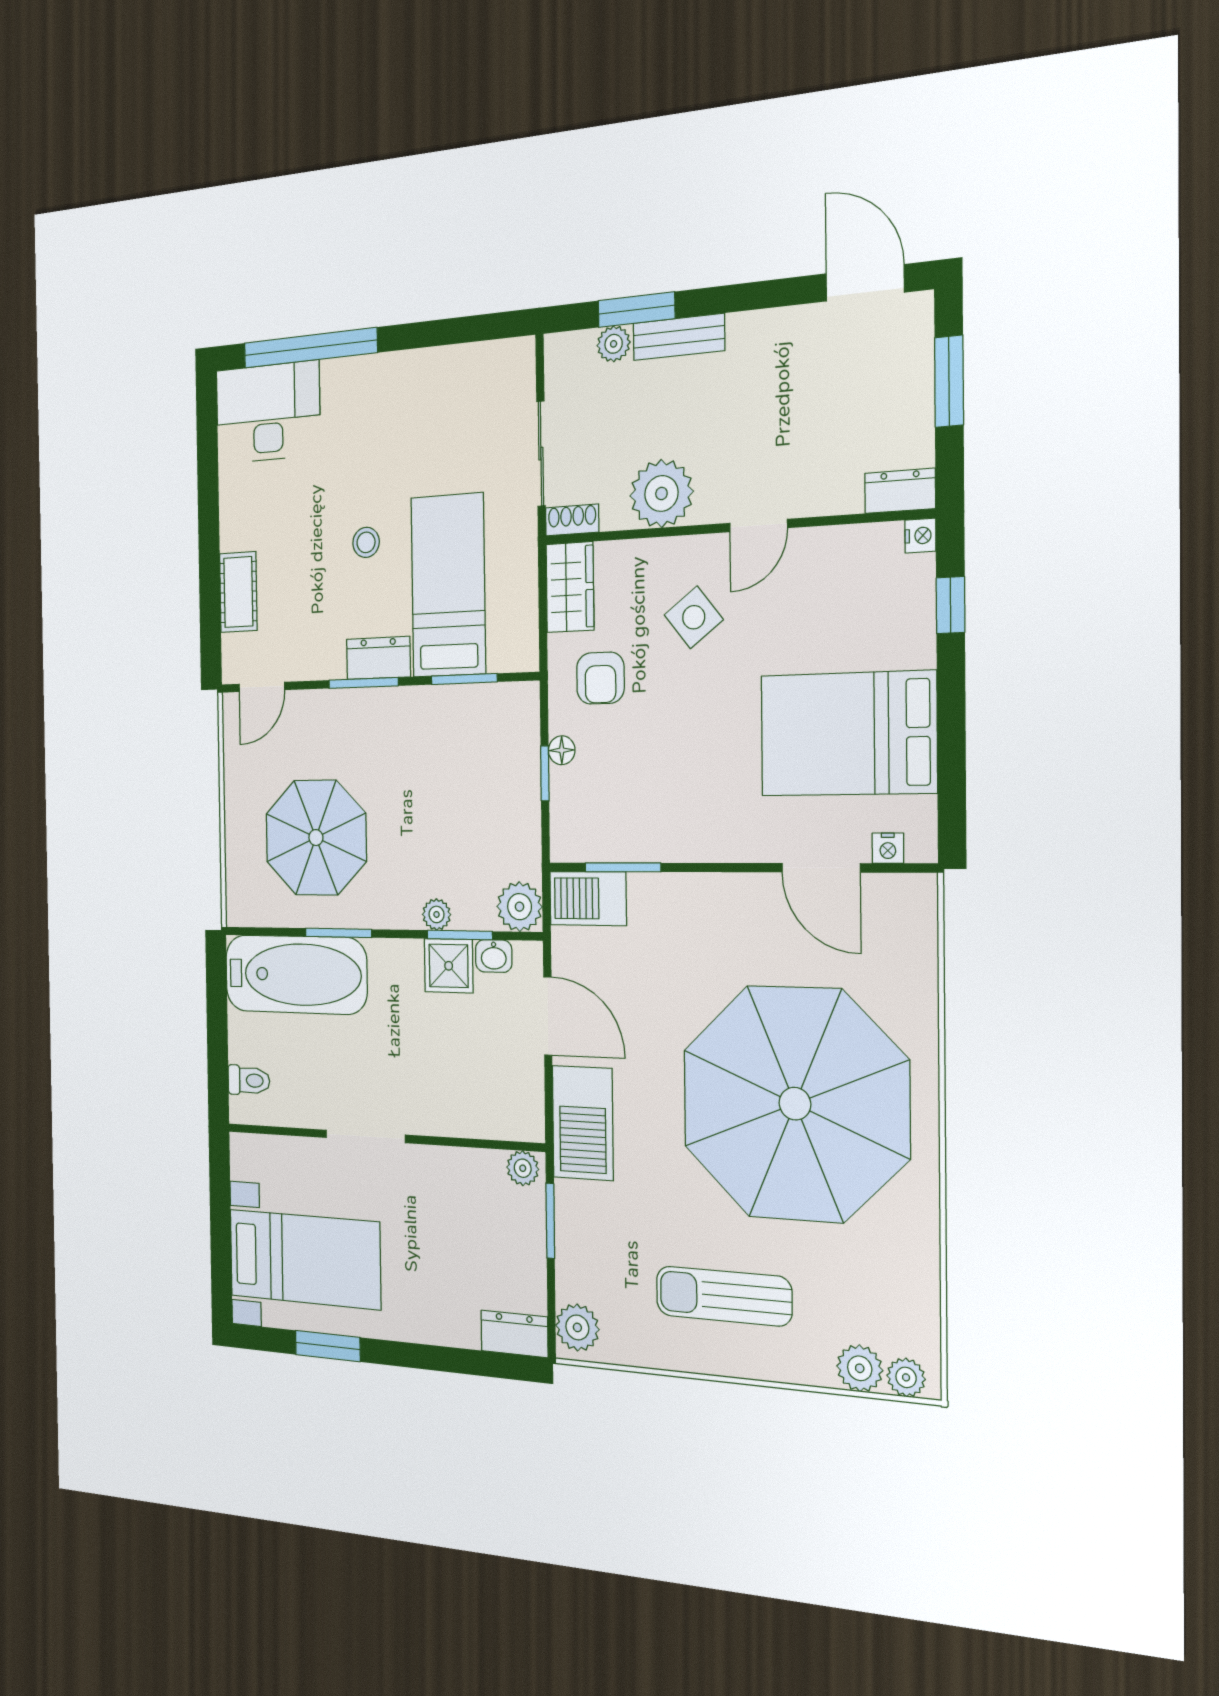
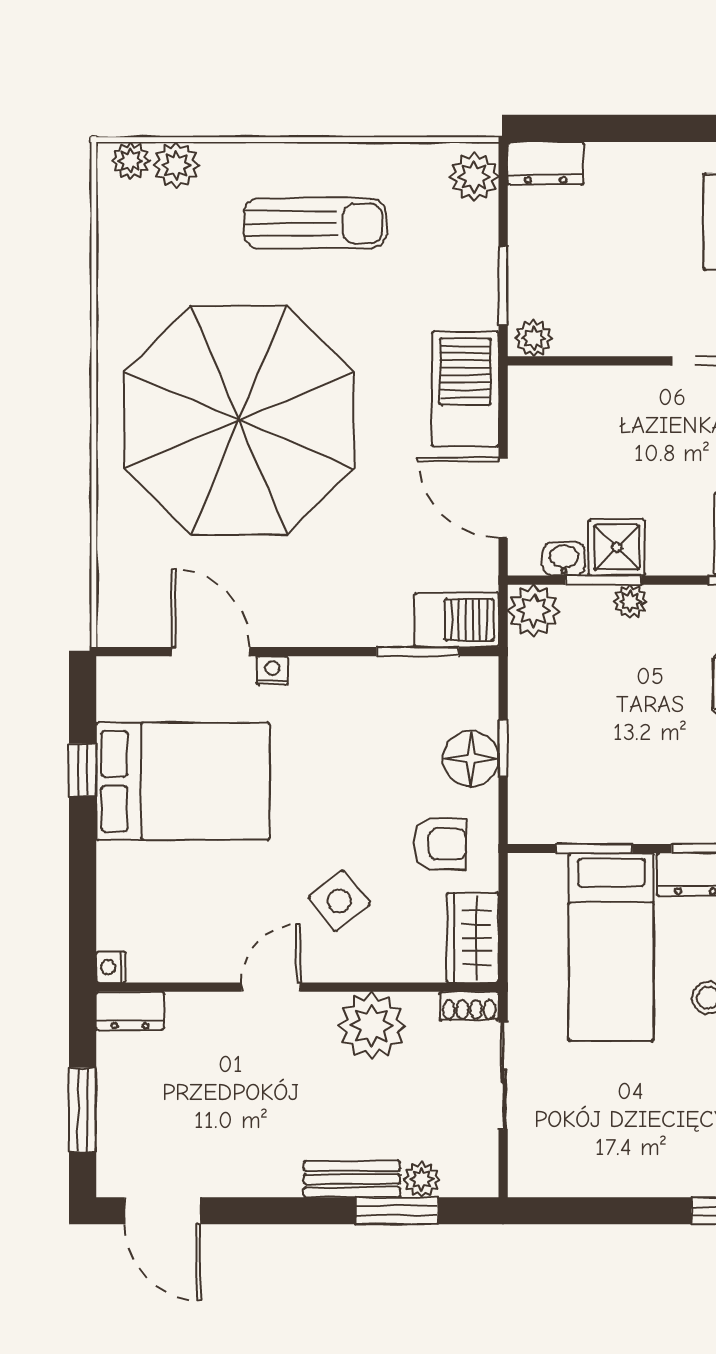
window: (950, 605) -> (83, 770), moved
armchair: (600, 678) -> (440, 844), turned 90
floor lamp: (562, 750) -> (471, 759), width x1.89, depth x1.89
nightstand: (888, 848) -> (272, 671), moved

